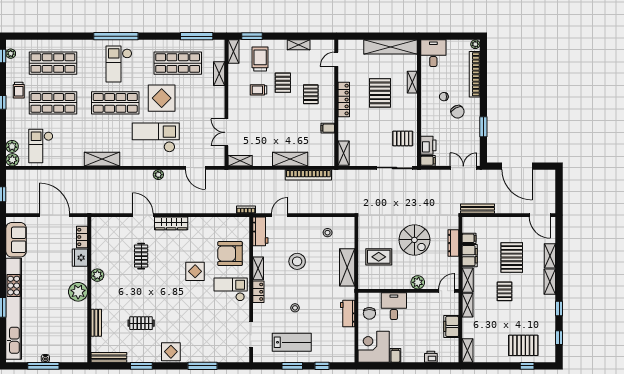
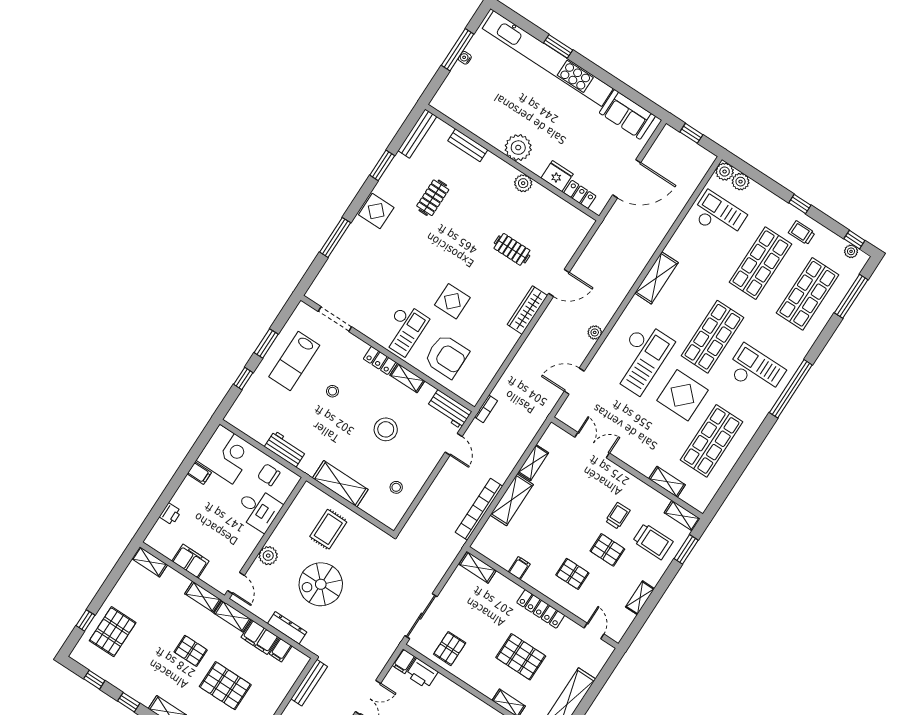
window: (197, 36) -> (851, 296), moved
shelving: (240, 161) -> (533, 463), moved
armchair: (230, 254) -> (447, 356), turned 90

